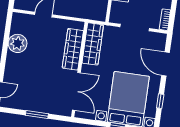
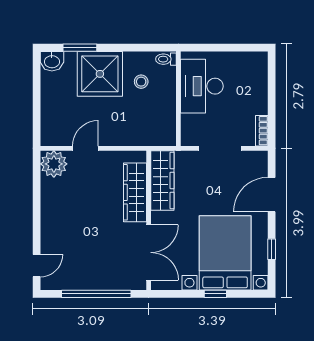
plant: (18, 43) -> (54, 164), moved
door: (165, 64) -> (272, 195), hinge flipped
window: (37, 114) -> (96, 294), width x2.11

